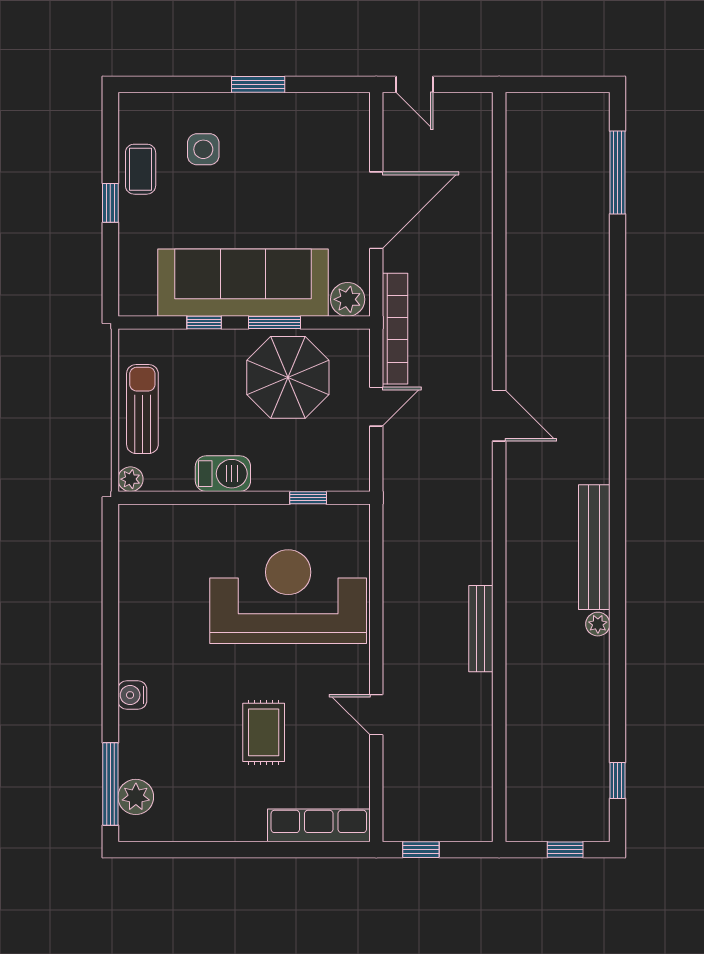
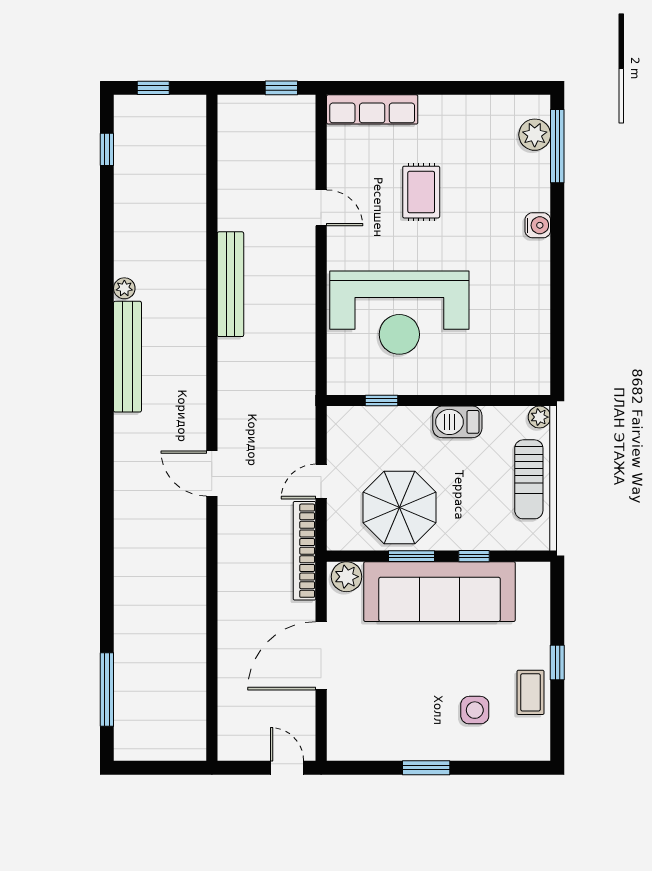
bench: (481, 629) -> (230, 284), width x1.37, depth x1.21

